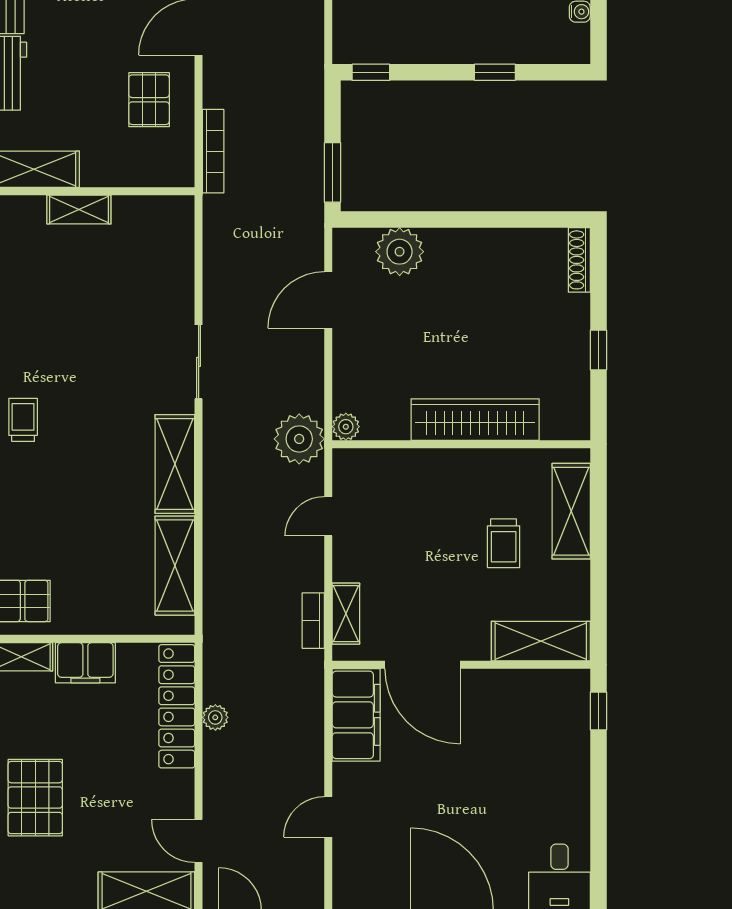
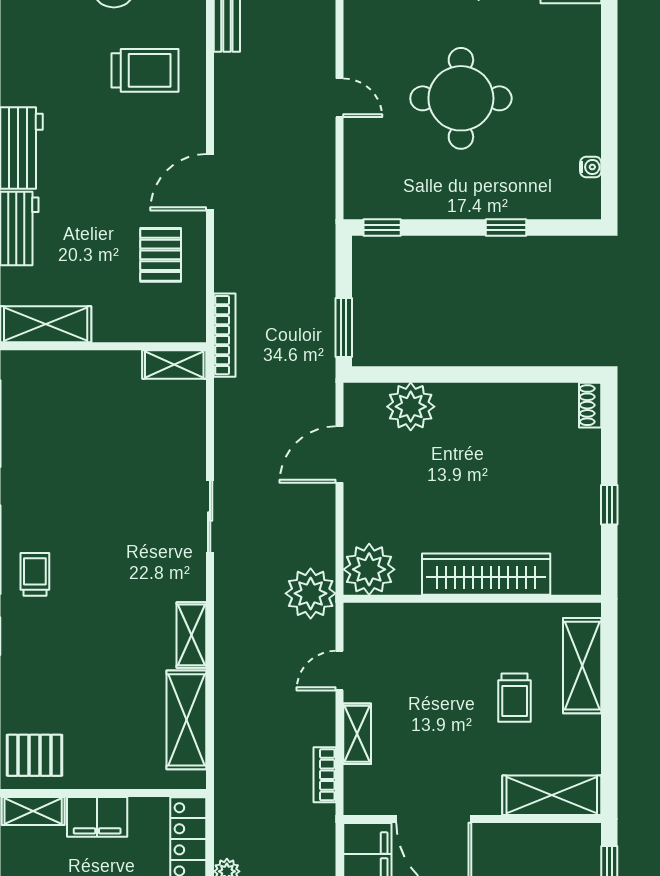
bookcase: (213, 151) -> (225, 335), moved
shelving: (79, 210) -> (174, 365), moved
shoe rack: (579, 260) -> (590, 405), width x0.70
plant: (346, 427) -> (369, 569), width x1.88, depth x1.88
shelving: (175, 464) -> (191, 635), width x0.67, depth x0.75
shelving: (346, 614) -> (357, 734), moved

